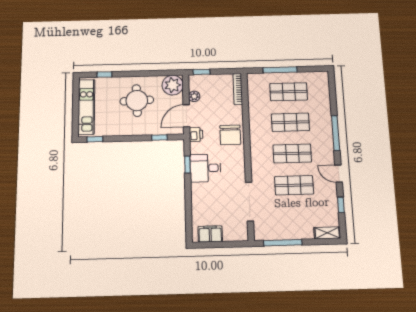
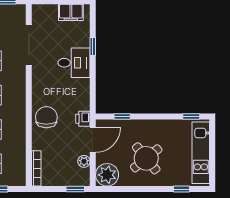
round table: (137, 101) -> (146, 158), turned -37
window: (187, 165) -> (93, 46), moved
desk: (205, 168) -> (74, 63), moved

